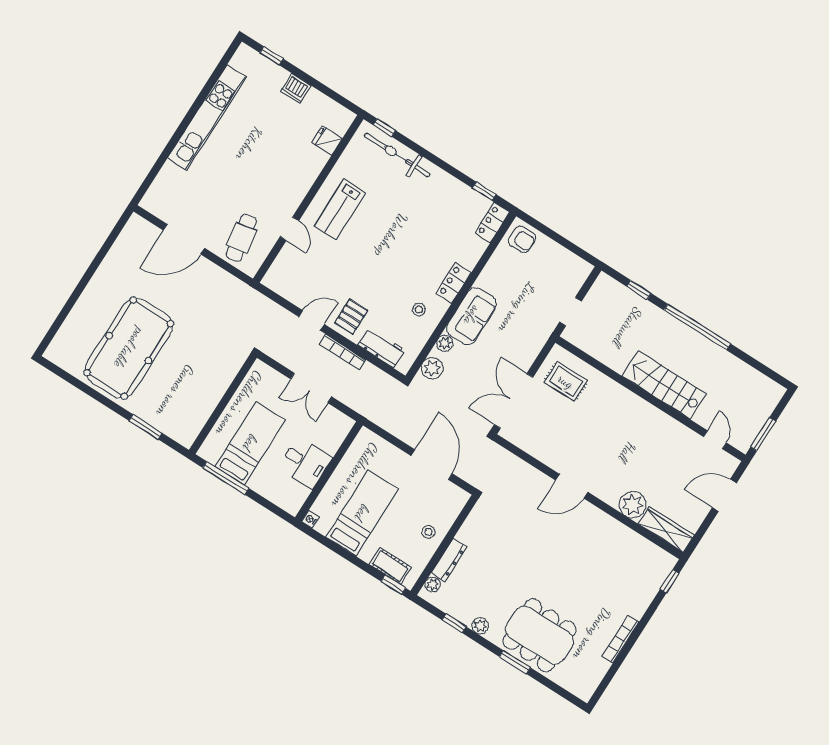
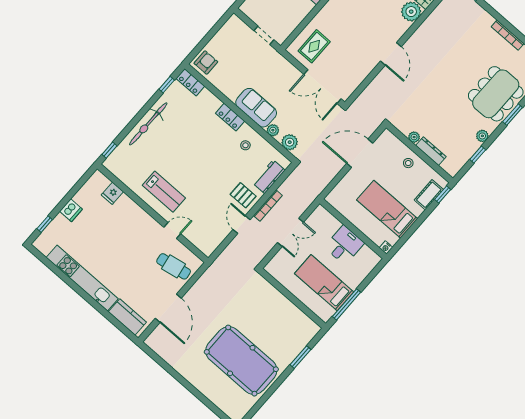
bicycle: (397, 155) -> (148, 124), moved
kitchen counter: (164, 186) -> (127, 317), added
plant: (433, 585) -> (414, 137), moved

